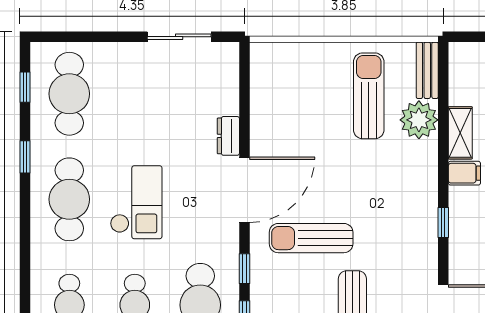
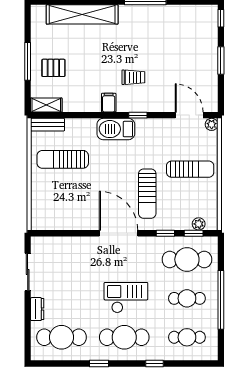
window: (25, 87) -> (155, 364), moved
plant: (419, 120) -> (77, 130), removed
shelving: (460, 133) -> (46, 105), moved
dresser: (228, 136) -> (37, 309), moved, turned -90
barbecue: (420, 185) -> (116, 129), added

